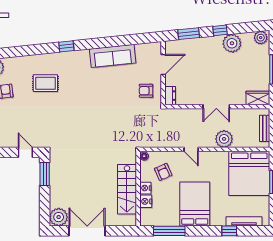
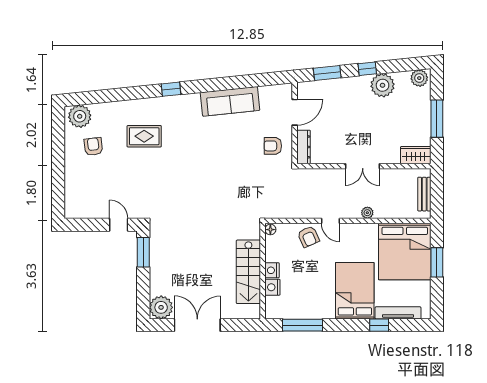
dresser: (170, 96) -> (304, 147), width x1.44
plant: (224, 139) -> (367, 213), width x0.53, depth x0.53
armchair: (163, 172) -> (308, 237), moved
bed: (195, 204) -> (355, 291), moved

